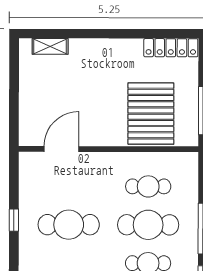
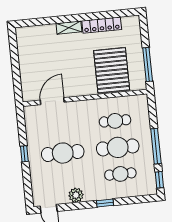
shelving: (50, 46) -> (69, 28), moved
locker: (171, 48) -> (102, 25), moved

